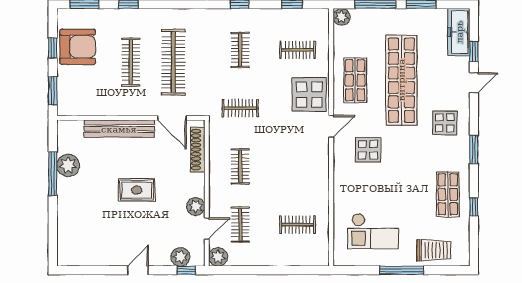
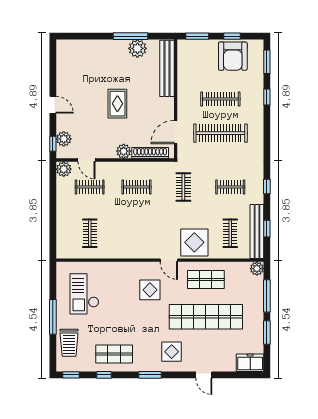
bench: (295, 17) -> (257, 231), added
freezer: (459, 32) -> (250, 363), width x0.71
window: (474, 52) -> (71, 375), moved
bench: (119, 129) -> (167, 68), moved
plant: (196, 206) -> (124, 151), moved

